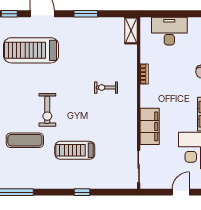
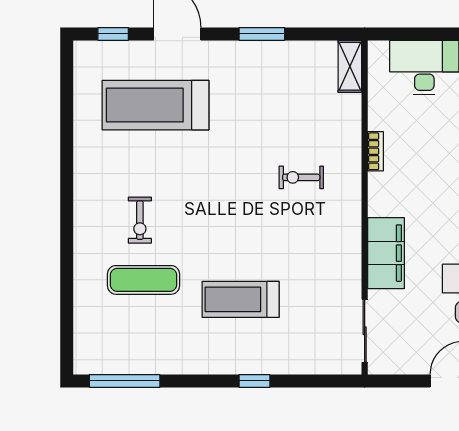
exercise bike: (47, 110) -> (140, 220), moved, width x0.73, depth x0.72

